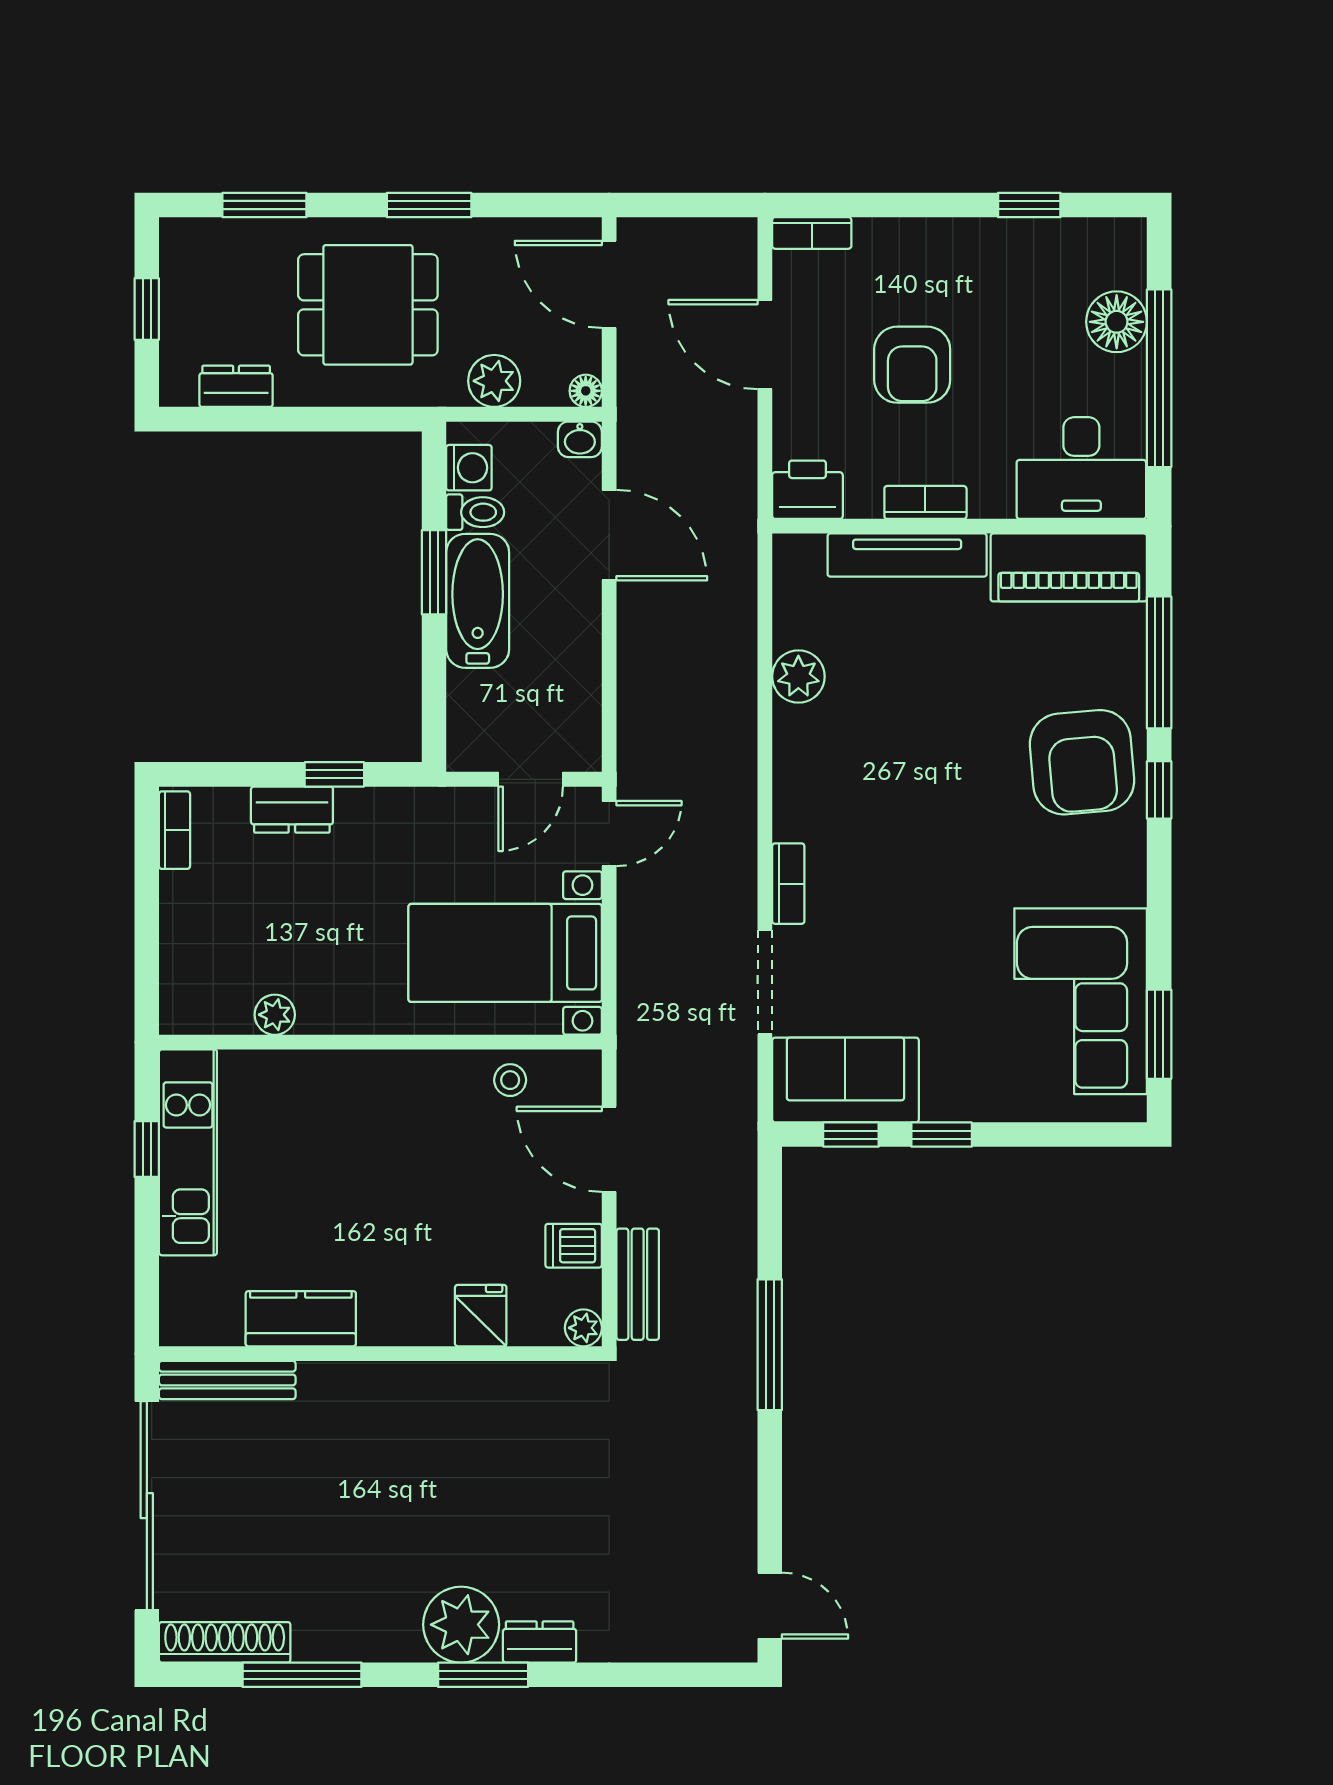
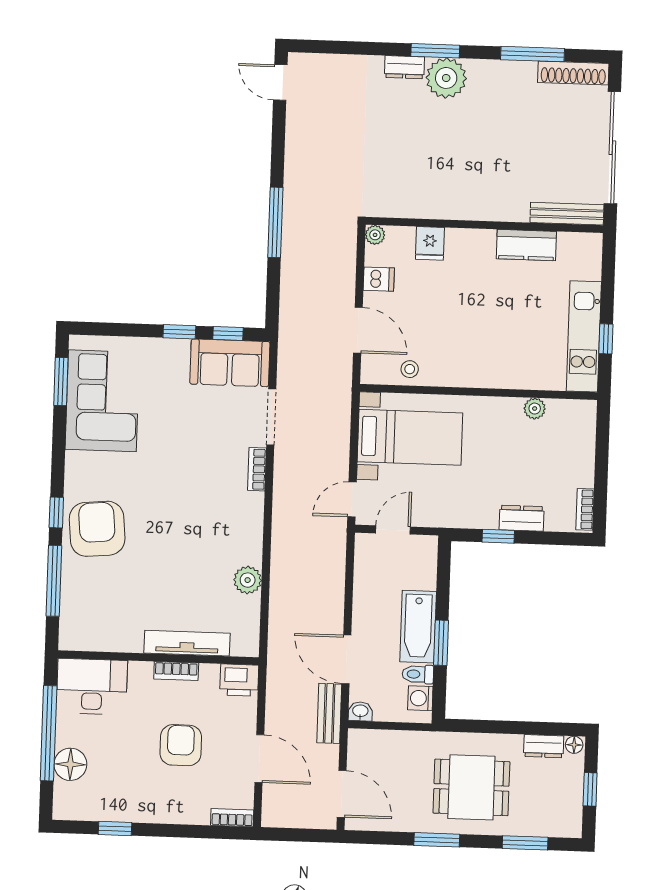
plant: (494, 381) -> (405, 744), removed
floor lamp: (586, 391) -> (574, 745), moved
piano: (1069, 567) -> (101, 633), removed
bench: (638, 1284) -> (329, 713), moved

